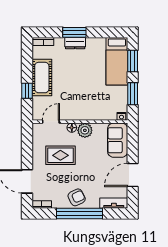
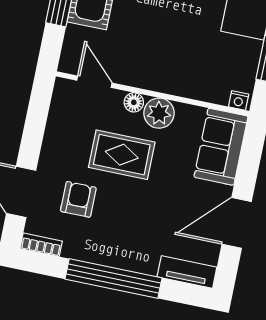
door: (51, 122) -> (94, 82), hinge flipped
rug: (60, 155) -> (122, 155), moved
armchair: (77, 197) -> (78, 199), moved, turned -64

